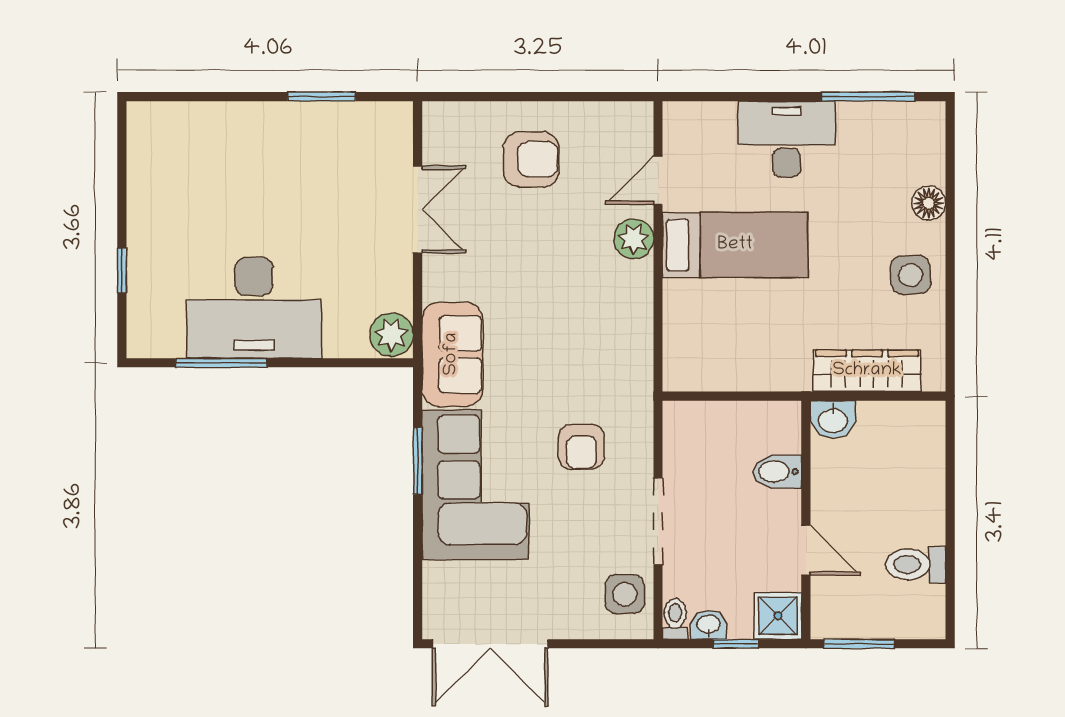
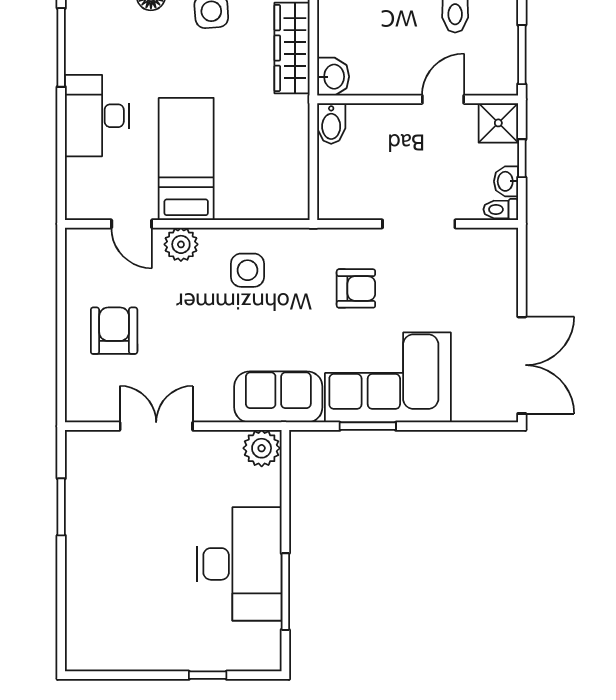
bidet: (777, 472) -> (331, 124), moved
side table: (625, 594) -> (247, 270), moved

